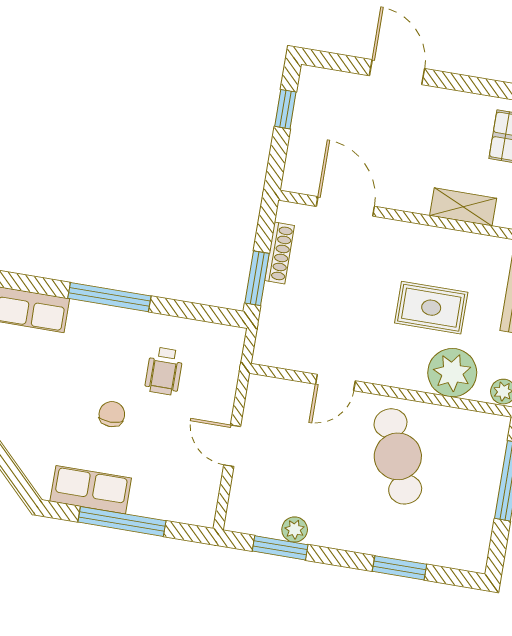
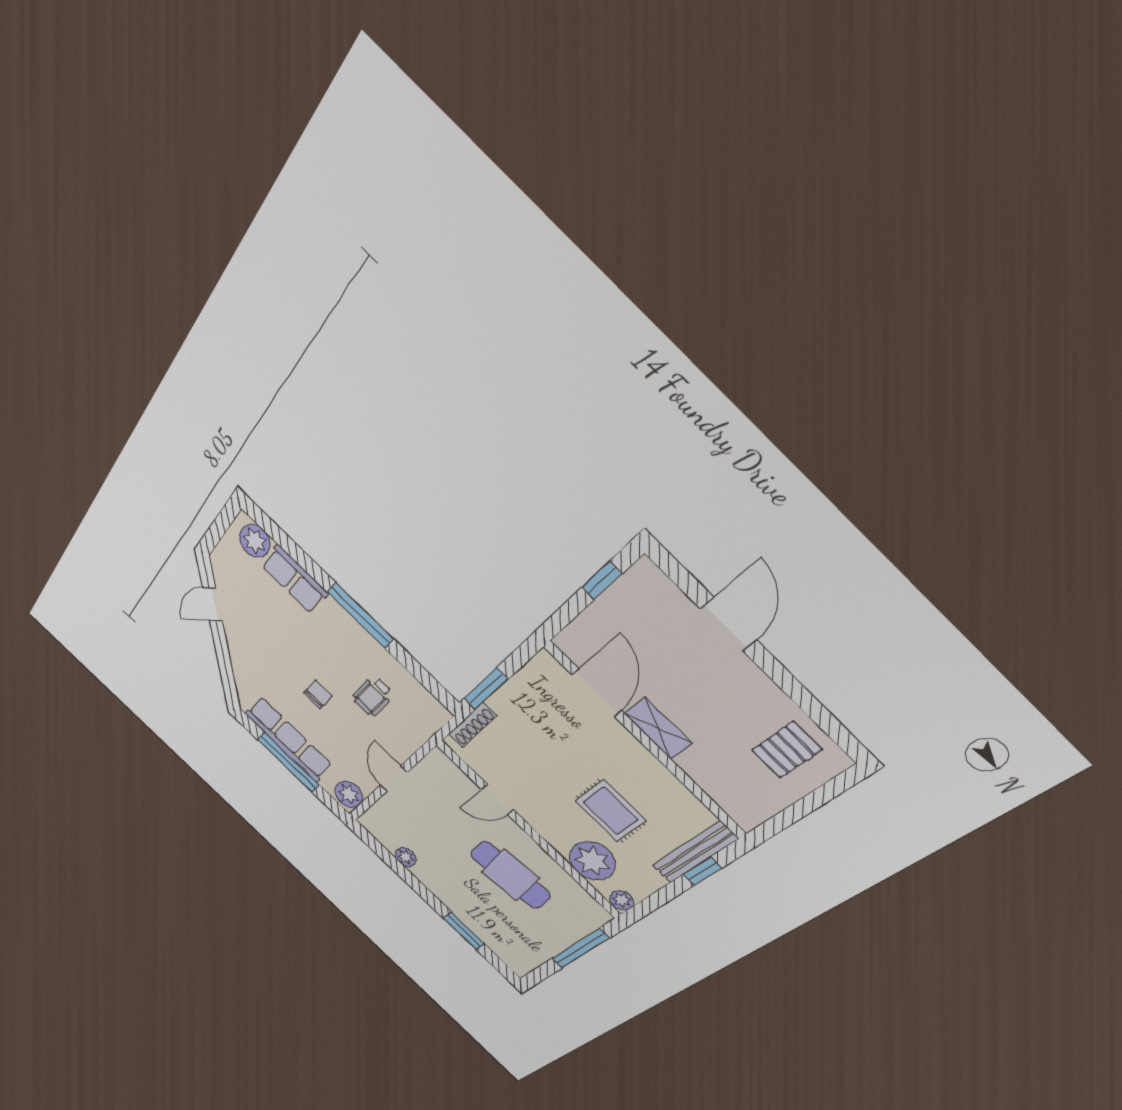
shelving: (463, 207) -> (658, 728), moved
shoe rack: (279, 253) -> (472, 725), moved
cafe table: (398, 456) -> (510, 875), turned -74
row of seats: (91, 490) -> (289, 739), width x1.48
plant: (200, 504) -> (349, 794), added
window: (280, 548) -> (389, 859), removed

